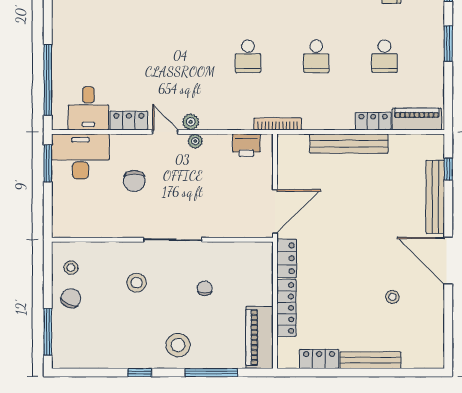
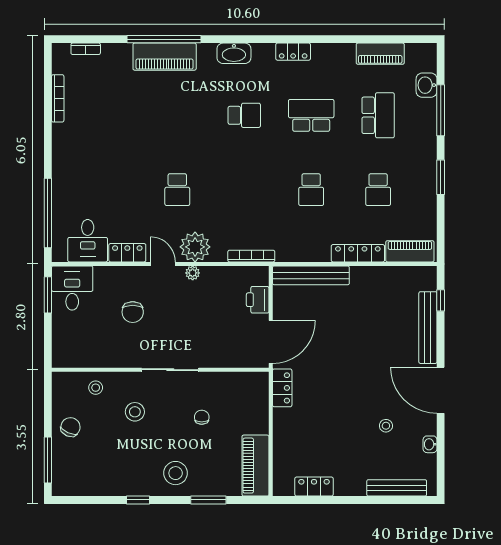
school desk: (248, 56) -> (177, 190), moved
locker: (373, 121) -> (358, 253), width x1.53
plant: (191, 122) -> (195, 247), width x1.88, depth x1.88
bookcase: (278, 124) -> (251, 256), moved
bench: (349, 144) -> (311, 275), moved
printer: (246, 145) -> (258, 300), moved, turned 90
desk: (80, 156) -> (72, 288), width x0.73
stool: (71, 268) -> (96, 388), moved
locker: (286, 308) -> (282, 437), removed
washbasin: (437, 316) -> (430, 444), added
bench: (370, 360) -> (397, 488), moved
window: (211, 373) -> (208, 500), width x0.69

